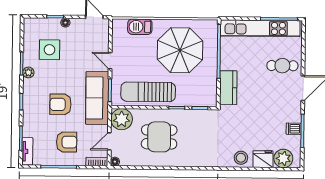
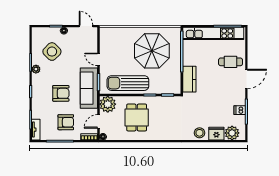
barbecue: (140, 27) -> (121, 33), removed
side table: (50, 50) -> (52, 52), turned 45
armchair: (61, 104) -> (61, 93), turned 180
dining table: (159, 137) -> (137, 117), turned 90

